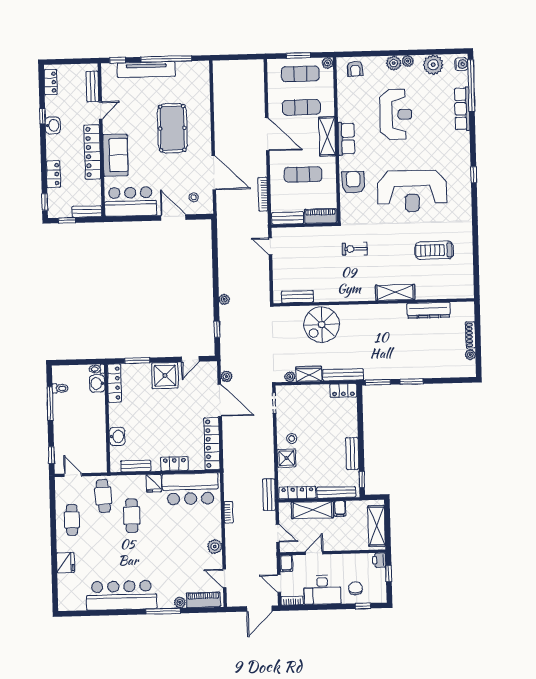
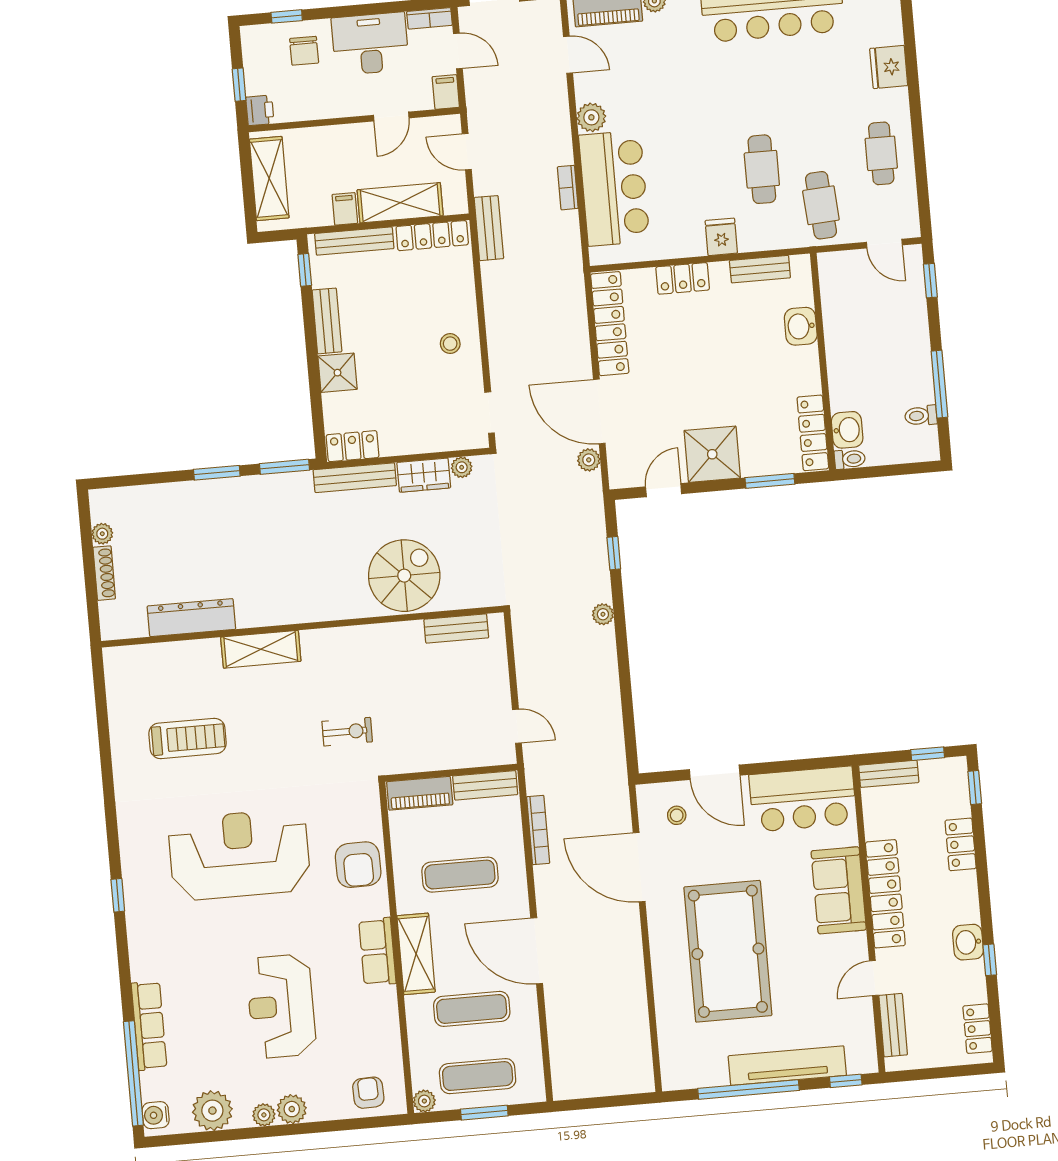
pool table: (172, 128) -> (728, 951), width x1.36, depth x1.32
shower: (286, 458) -> (337, 373), moved
bar counter: (190, 489) -> (614, 188), moved, turned 90

